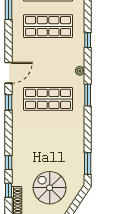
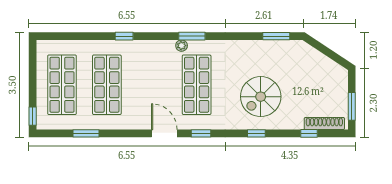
plant: (80, 71) -> (182, 46), moved
window: (9, 163) -> (256, 133), moved
spiral stairs: (50, 188) -> (261, 97), moved

